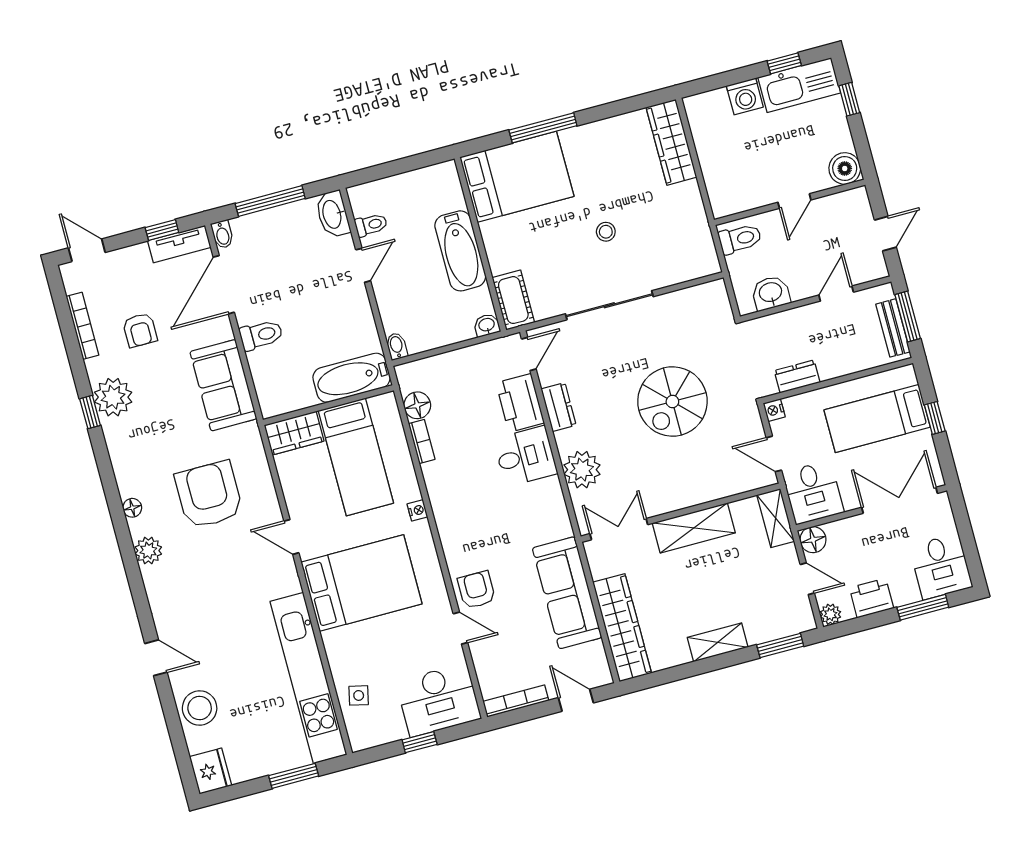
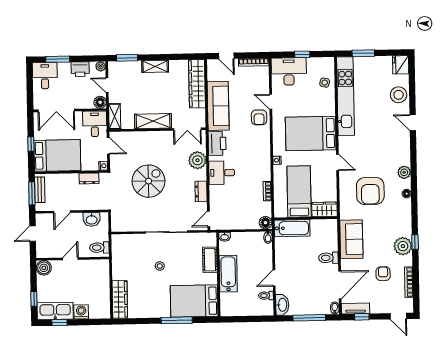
cot: (513, 300) -> (210, 260), moved
printer: (520, 403) -> (217, 144), moved
floor lamp: (417, 405) -> (266, 223), moved
bed: (877, 419) -> (57, 155), width x1.50

